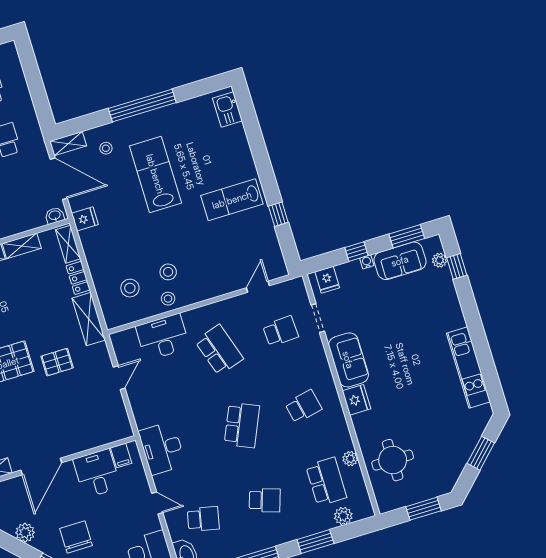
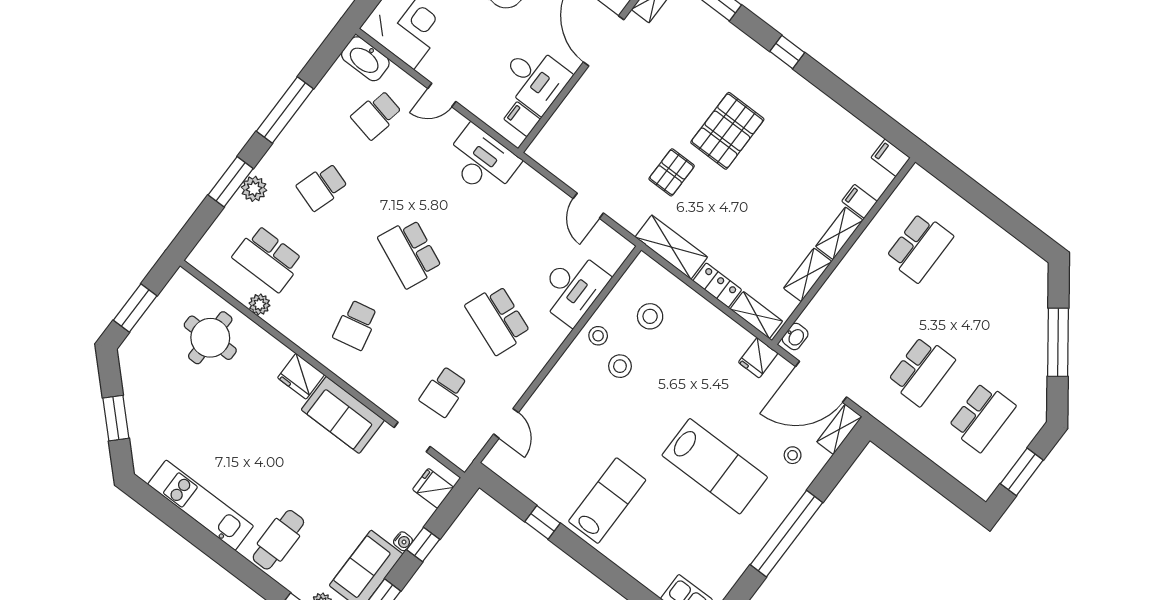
cafe table: (438, 315) -> (278, 540), added
school desk: (219, 350) -> (498, 320), turned 39
plant: (343, 516) -> (254, 189), moved

